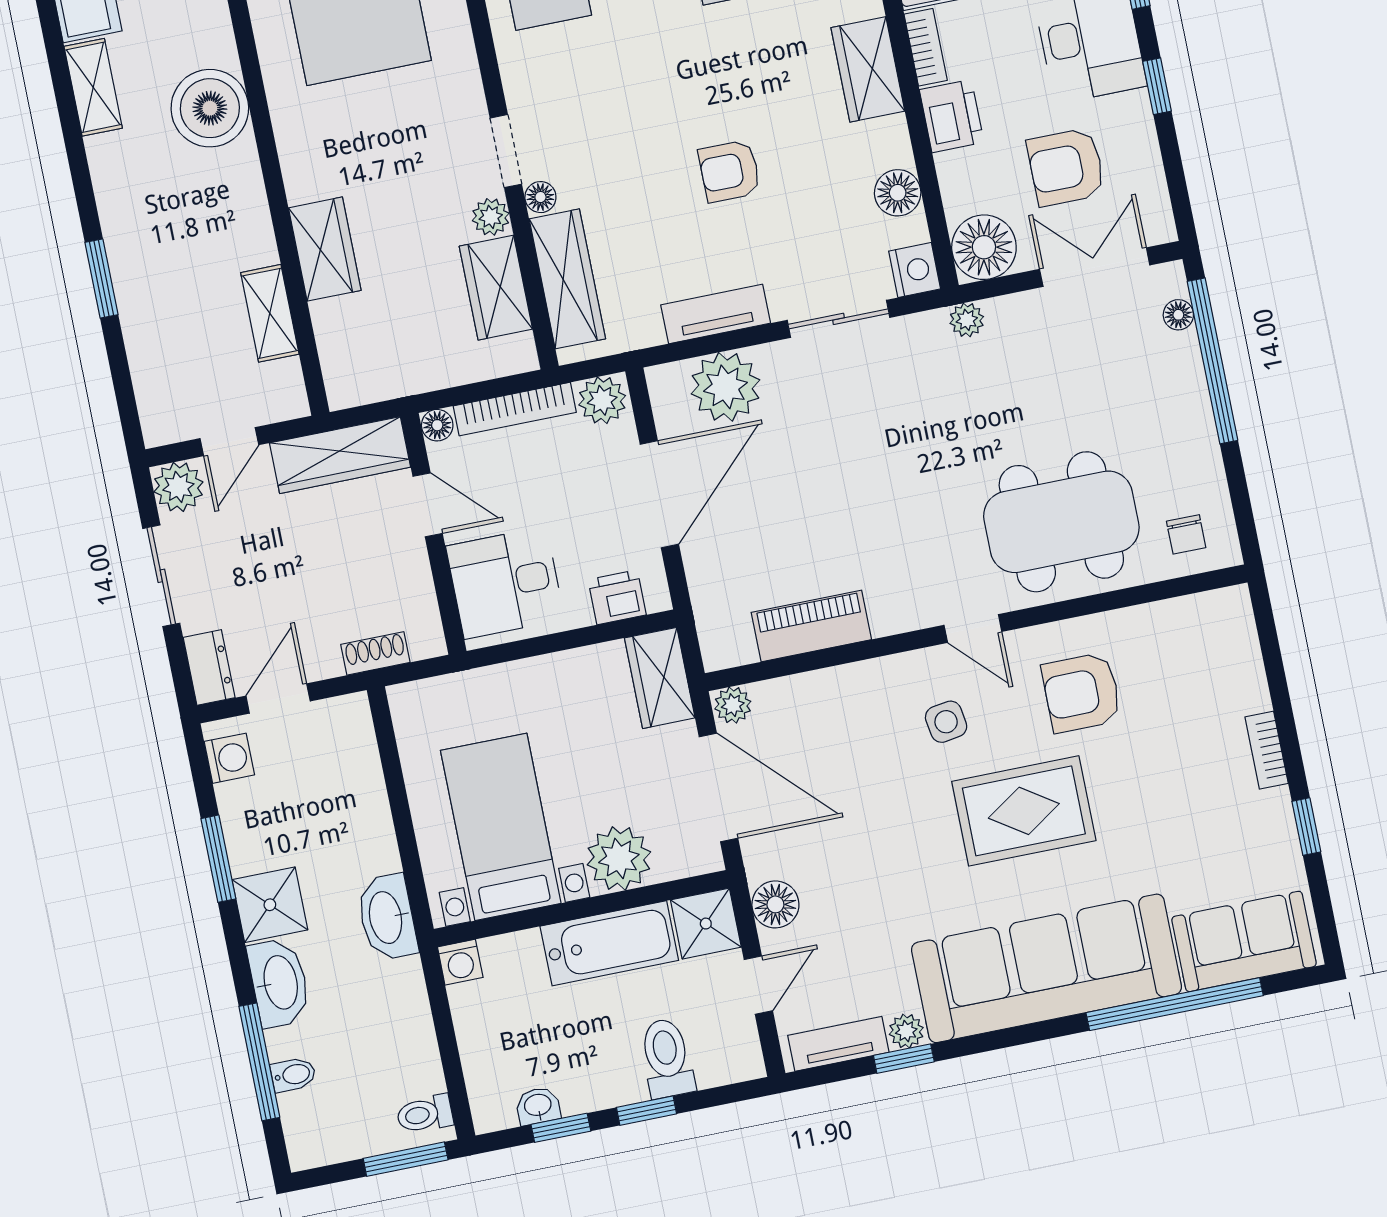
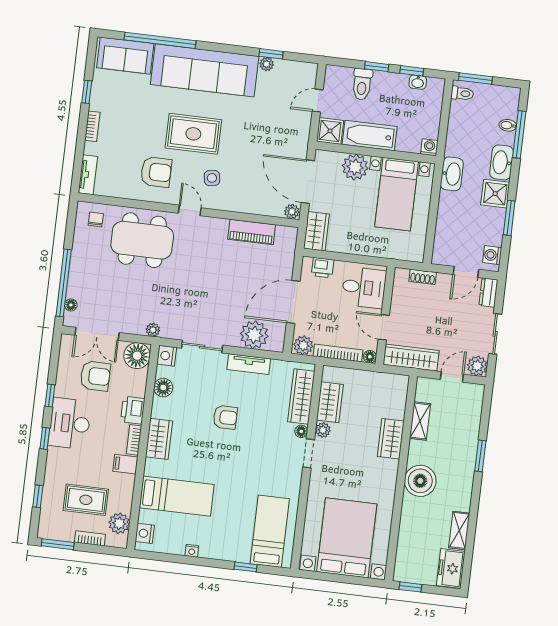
boiler: (210, 108) -> (420, 481), moved
floor lamp: (775, 904) -> (301, 129), removed
tv unit: (838, 1044) -> (88, 175), moved, turned -90

